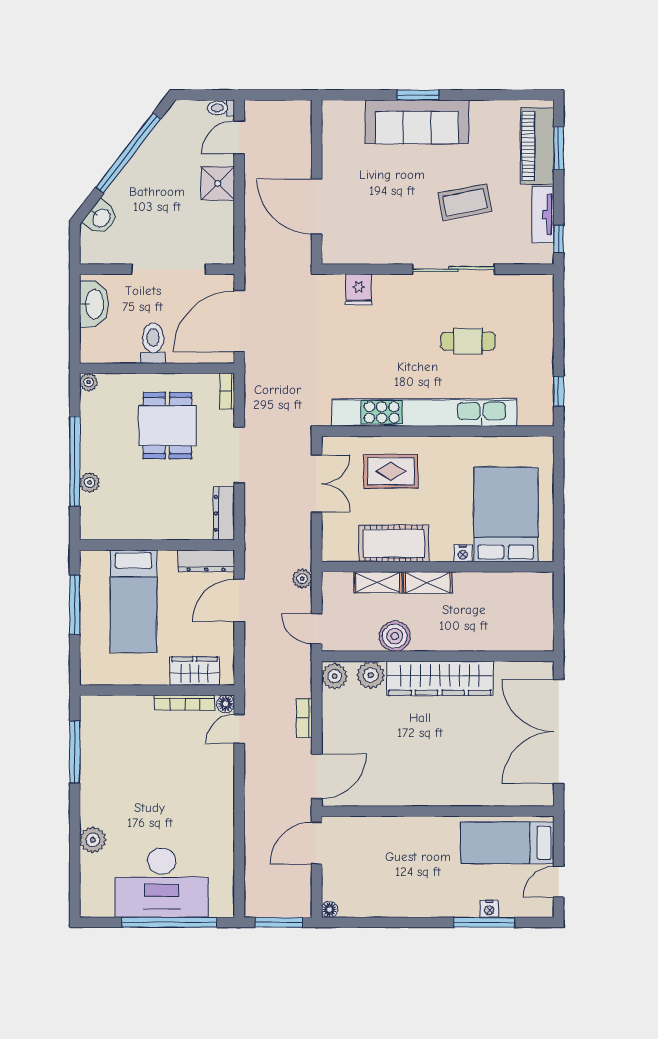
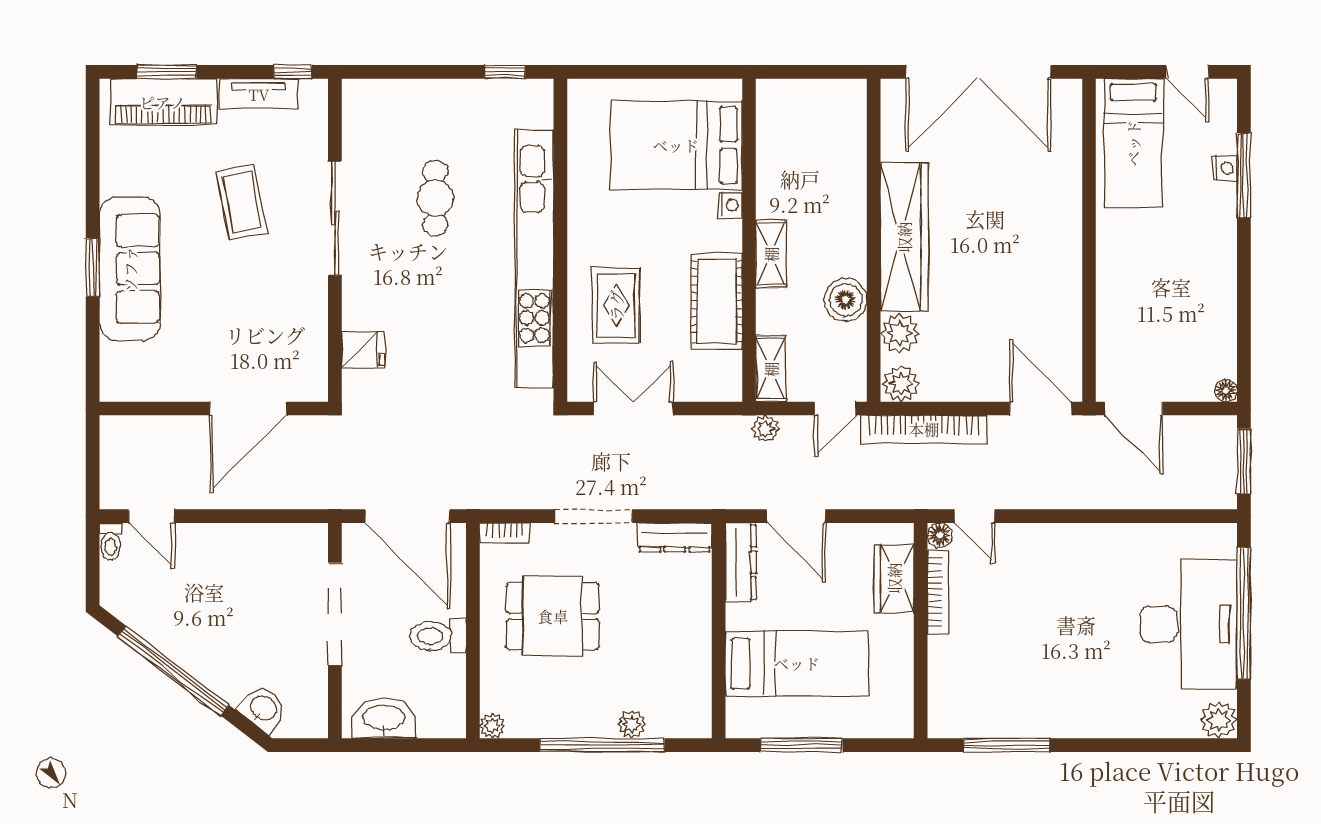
shower: (218, 183) -> (215, 546), removed
shelving: (378, 582) -> (771, 369), moved
bookcase: (304, 718) -> (924, 429), width x2.31, depth x1.31
plant: (93, 840) -> (1219, 720), moved

